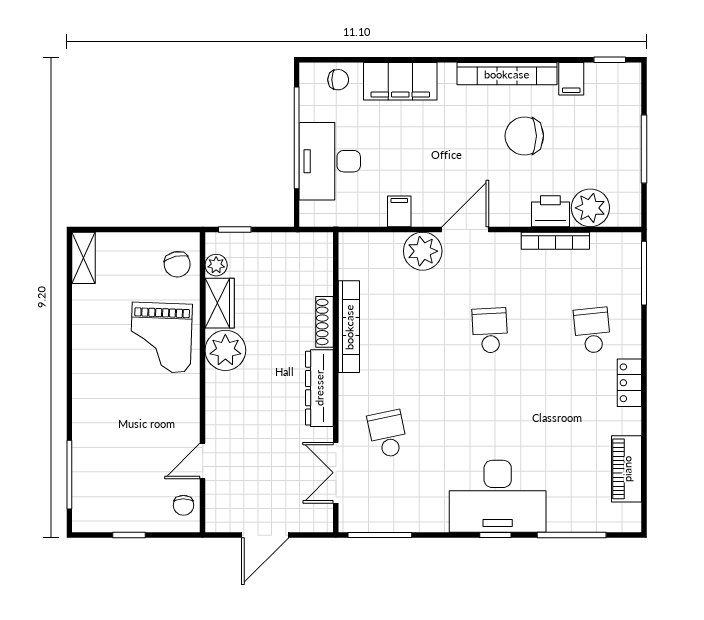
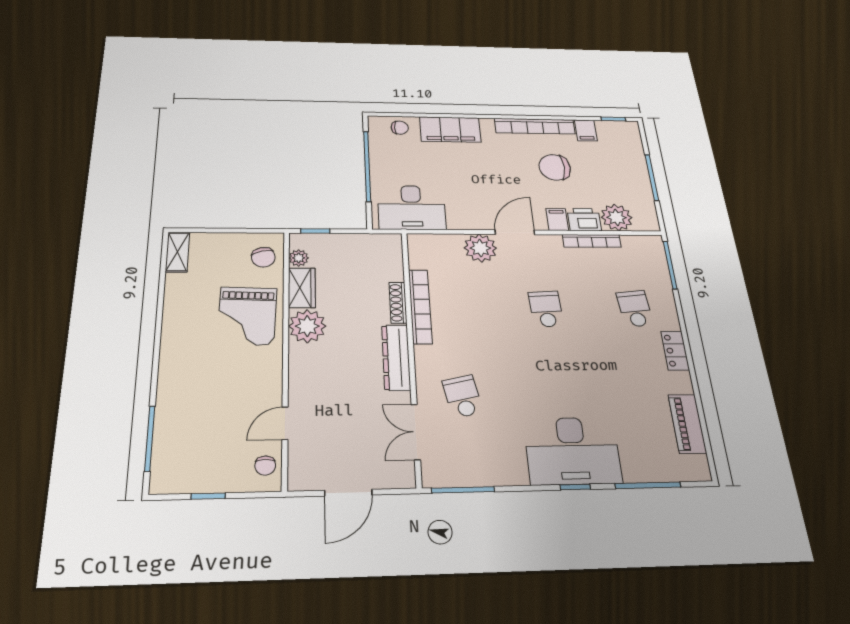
desk: (330, 161) -> (412, 207), moved, turned -90
filing cabinet: (399, 211) -> (557, 219), moved

